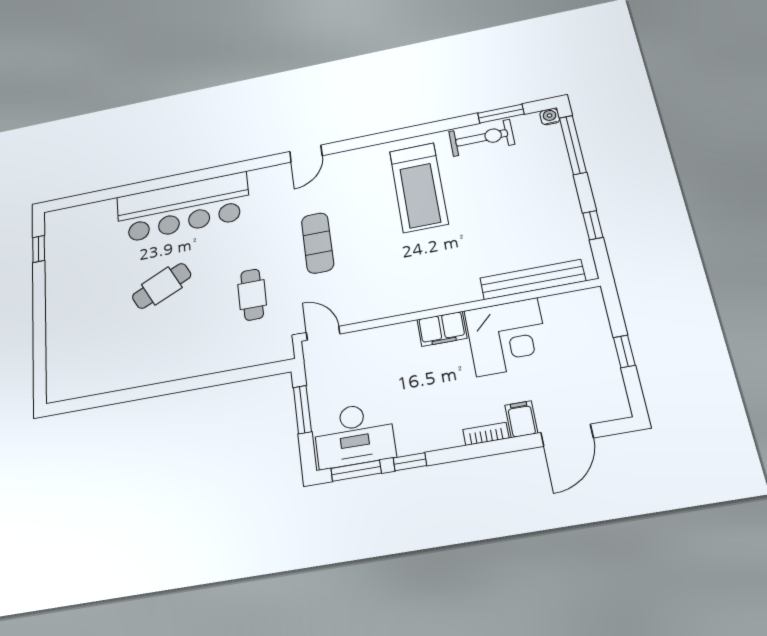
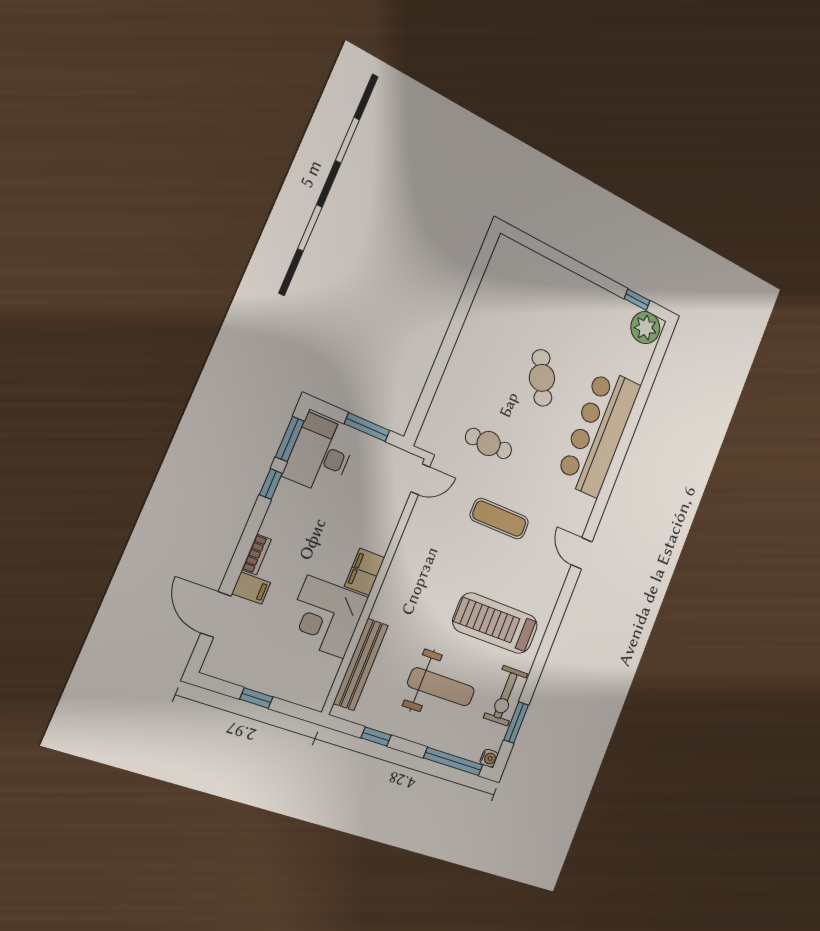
weight bench: (509, 198) -> (441, 687), added
plant: (61, 226) -> (645, 328), added

